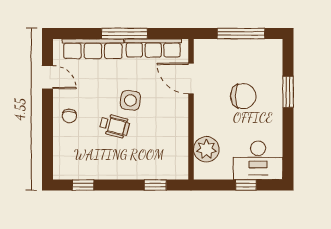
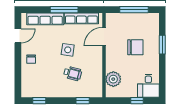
door: (47, 77) -> (18, 36), hinge flipped
door: (191, 78) -> (104, 37), hinge flipped
wheelchair: (115, 126) -> (73, 73), moved
desk: (258, 160) -> (148, 86), width x0.73

